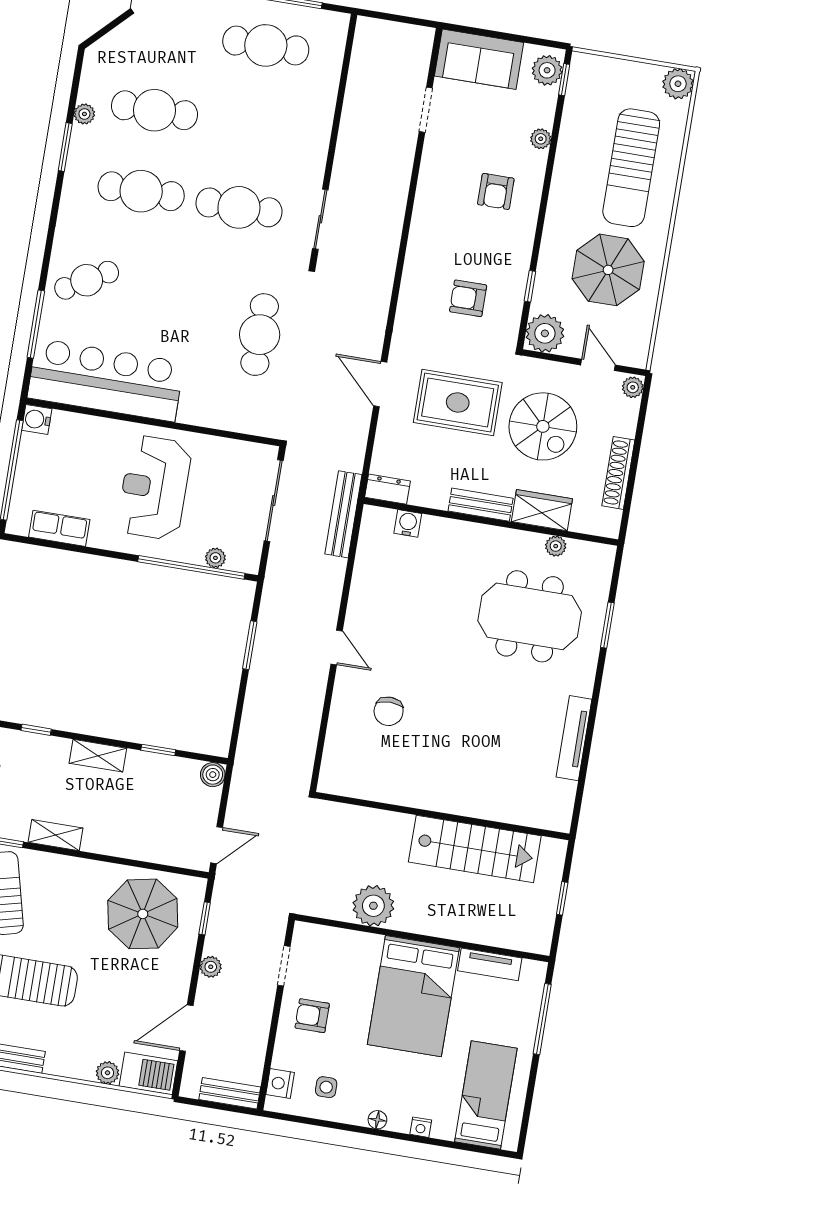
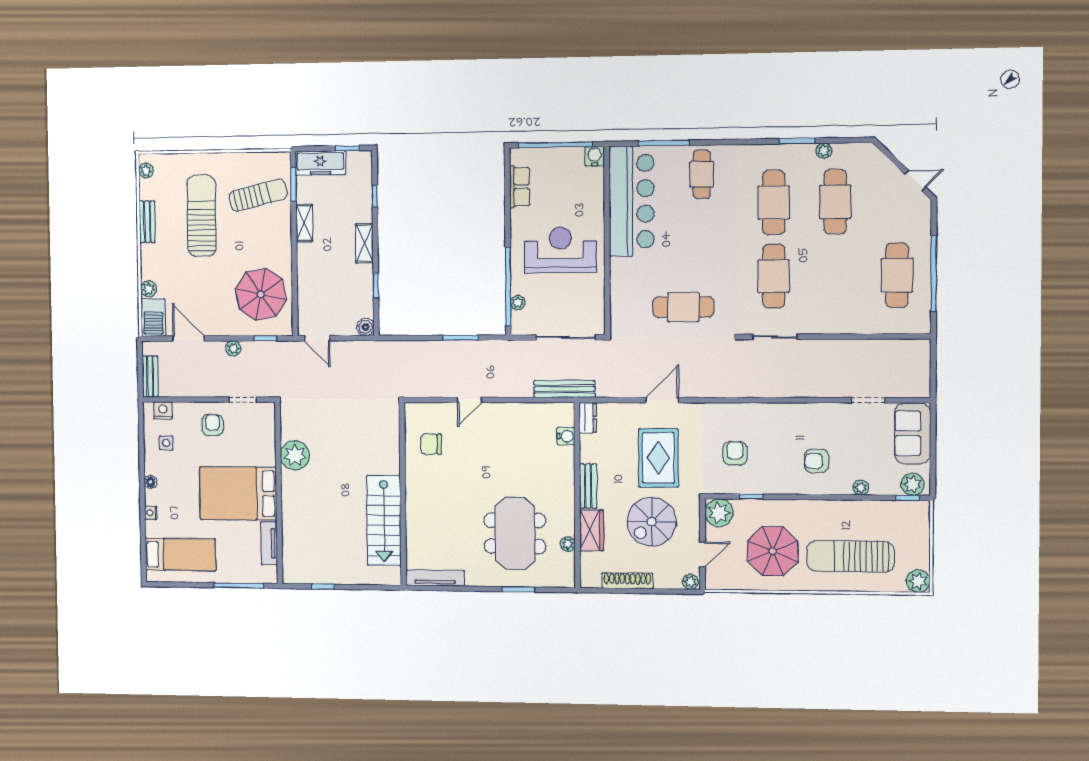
cafe table: (87, 280) -> (702, 174), turned 30
wall: (442, 816) -> (403, 494), moved
stairs: (475, 849) -> (384, 521), moved

